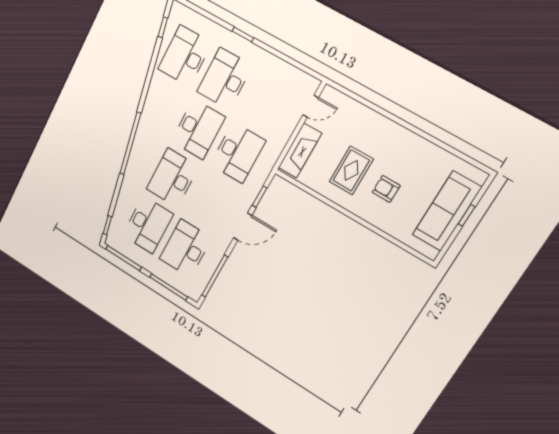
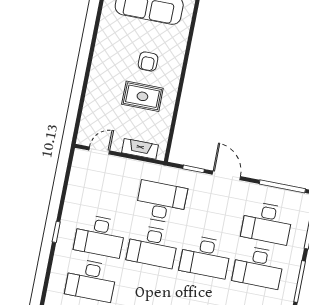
door: (311, 106) -> (99, 150), hinge flipped
desk: (198, 129) -> (152, 246), turned 180
fireplace: (300, 151) -> (140, 149), width x0.73, depth x0.76
desk: (148, 225) -> (258, 267), turned 180

